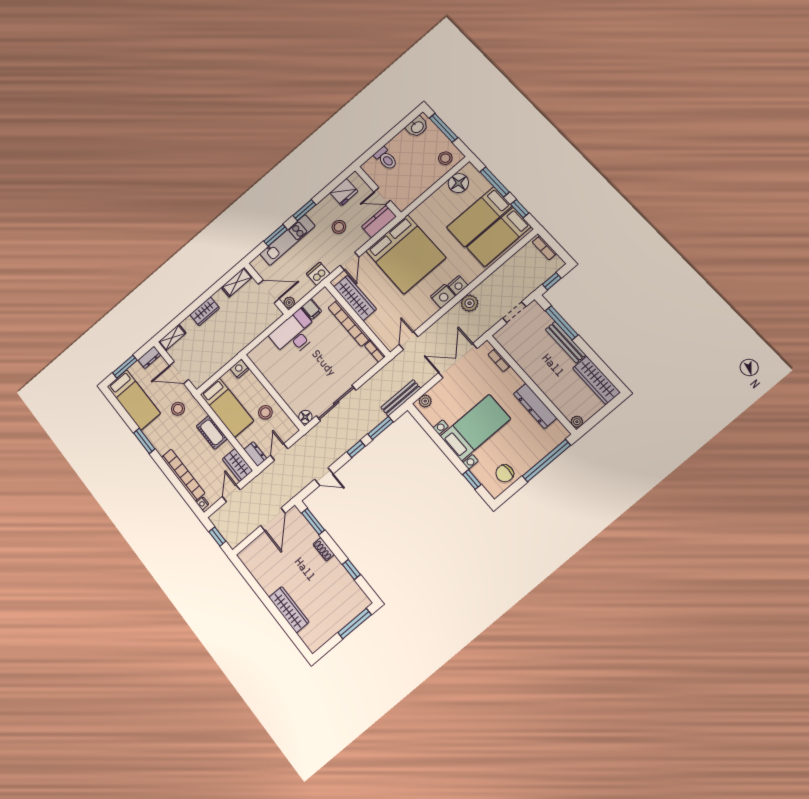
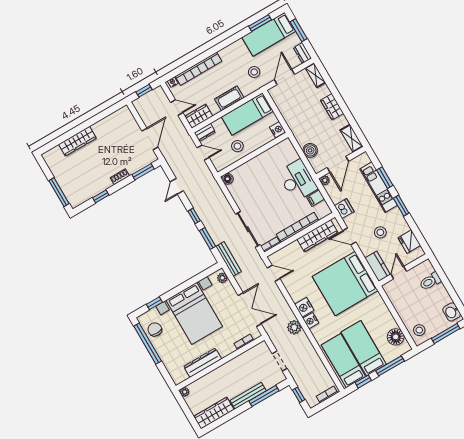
boiler: (258, 326) -> (310, 150), added
sliding door: (336, 403) -> (248, 229), moved
bed with nightstands: (475, 428) -> (194, 313), width x1.36
window: (144, 441) -> (260, 23), moved
window: (546, 461) -> (148, 344), moved
door: (273, 519) -> (150, 139), swing flipped

